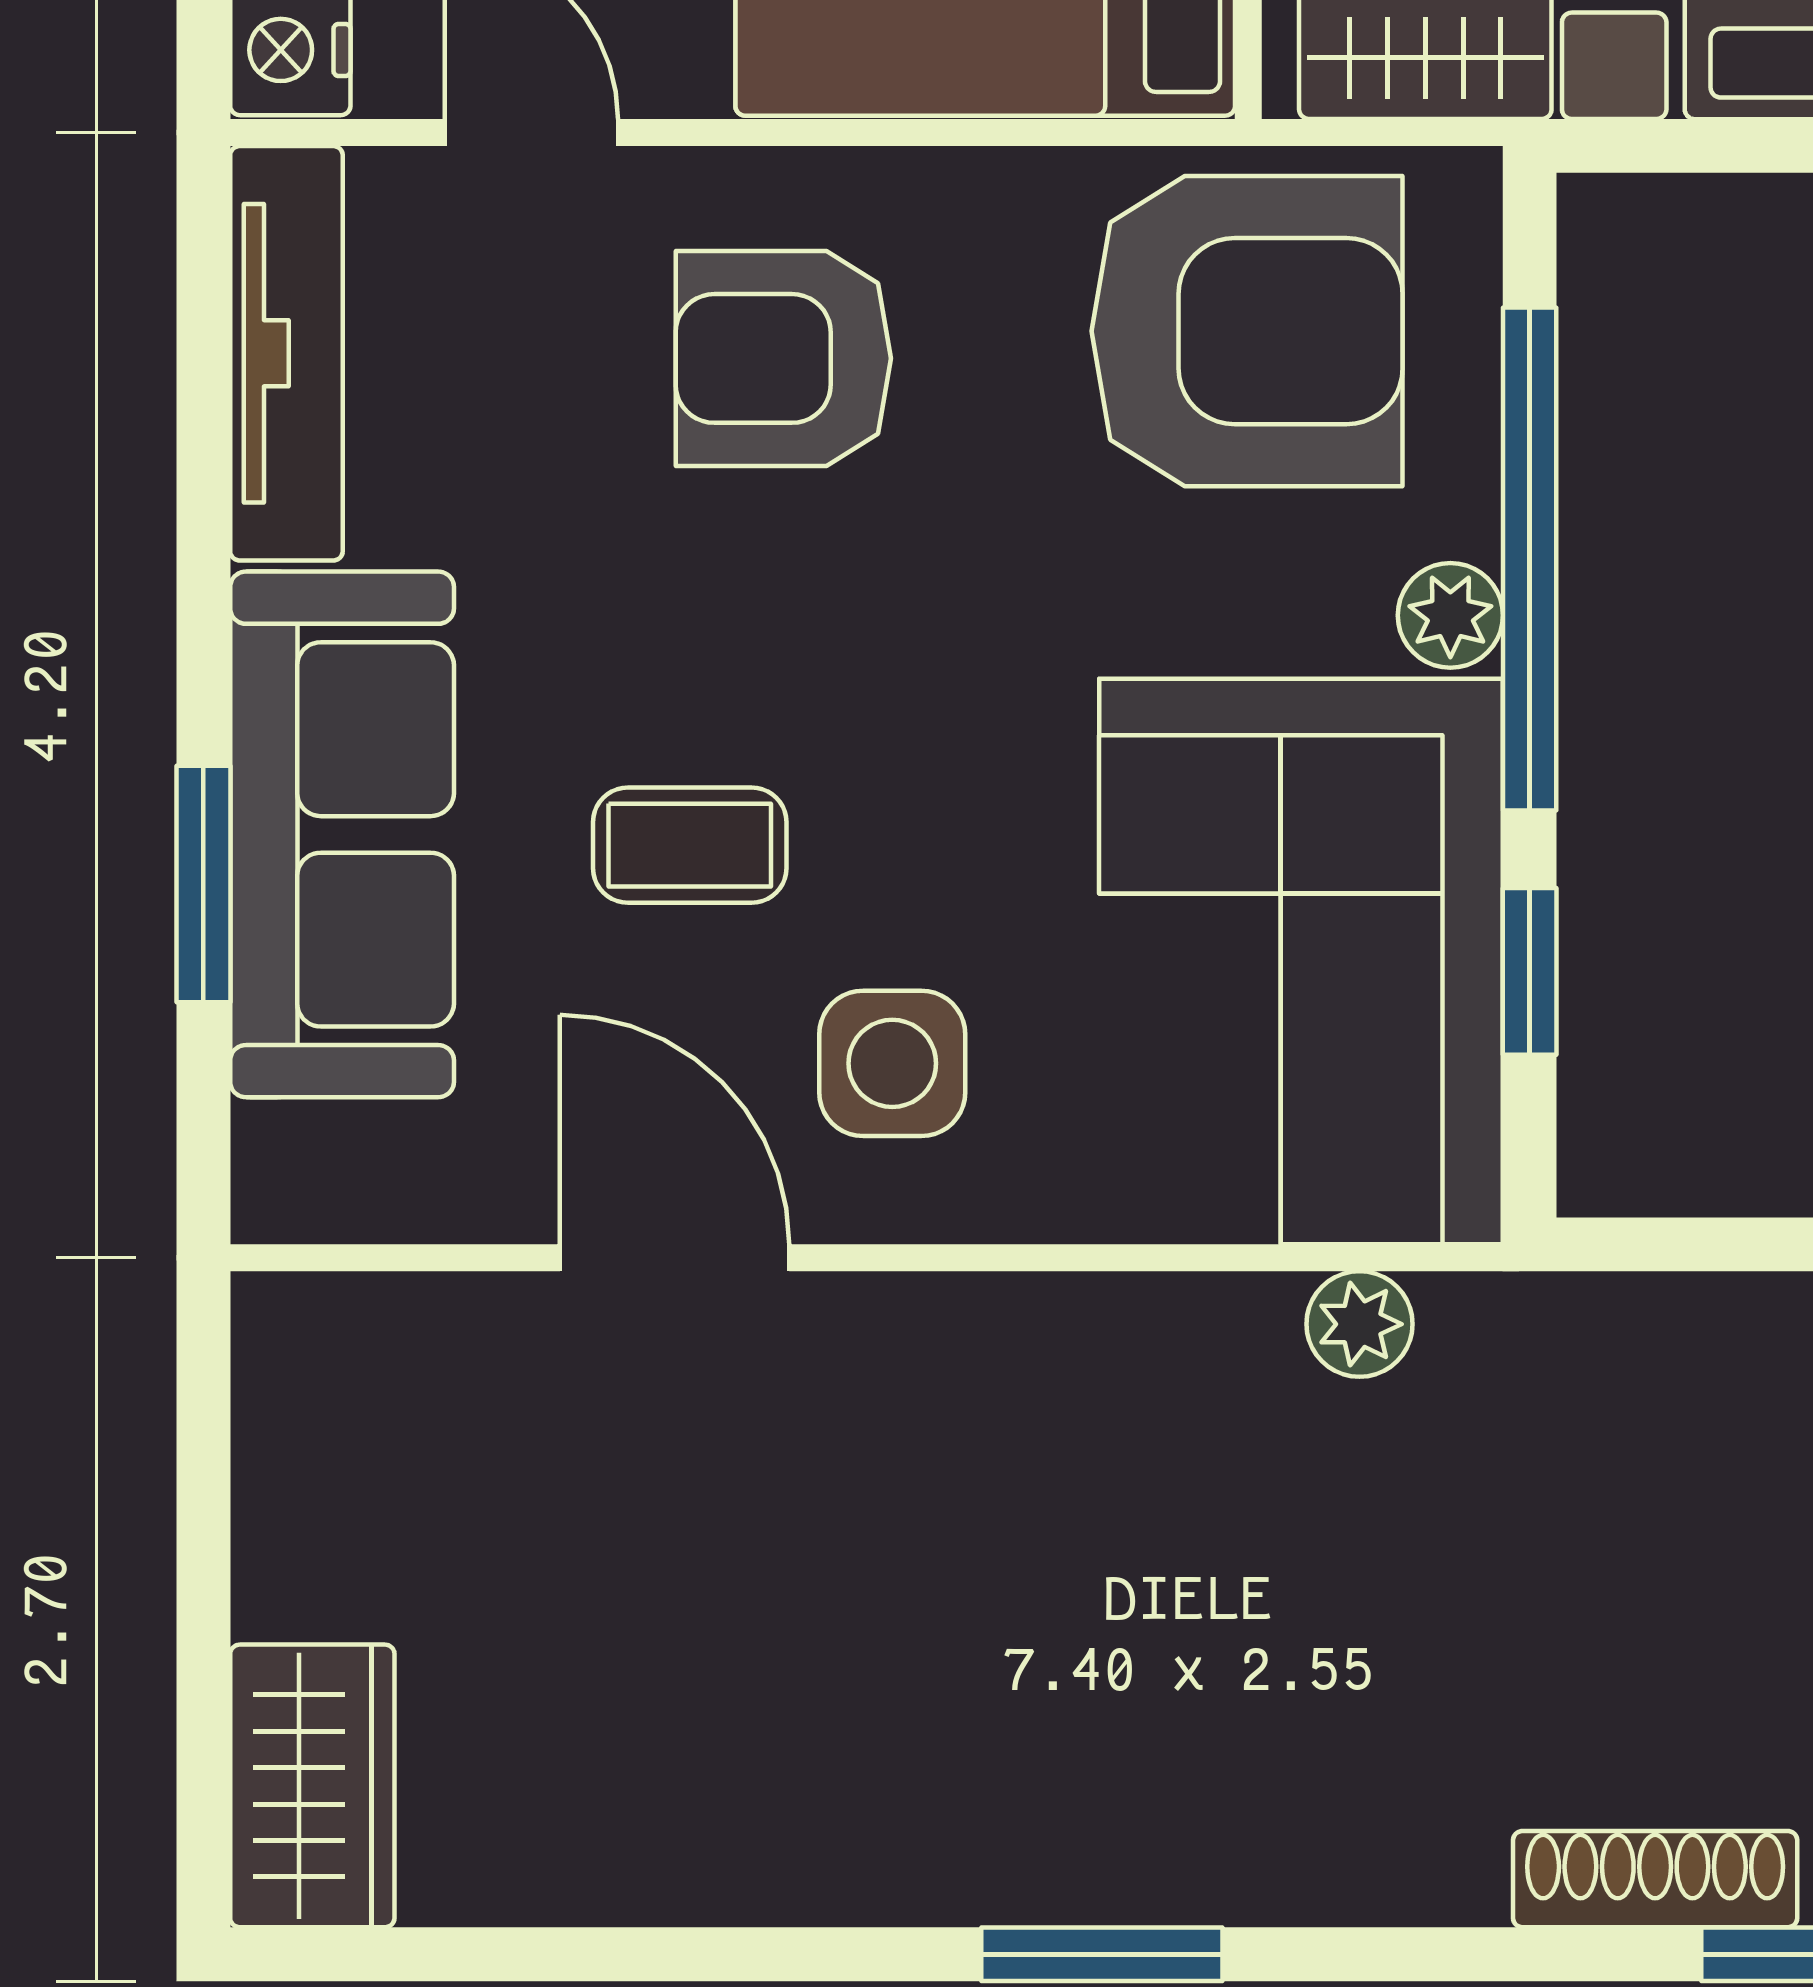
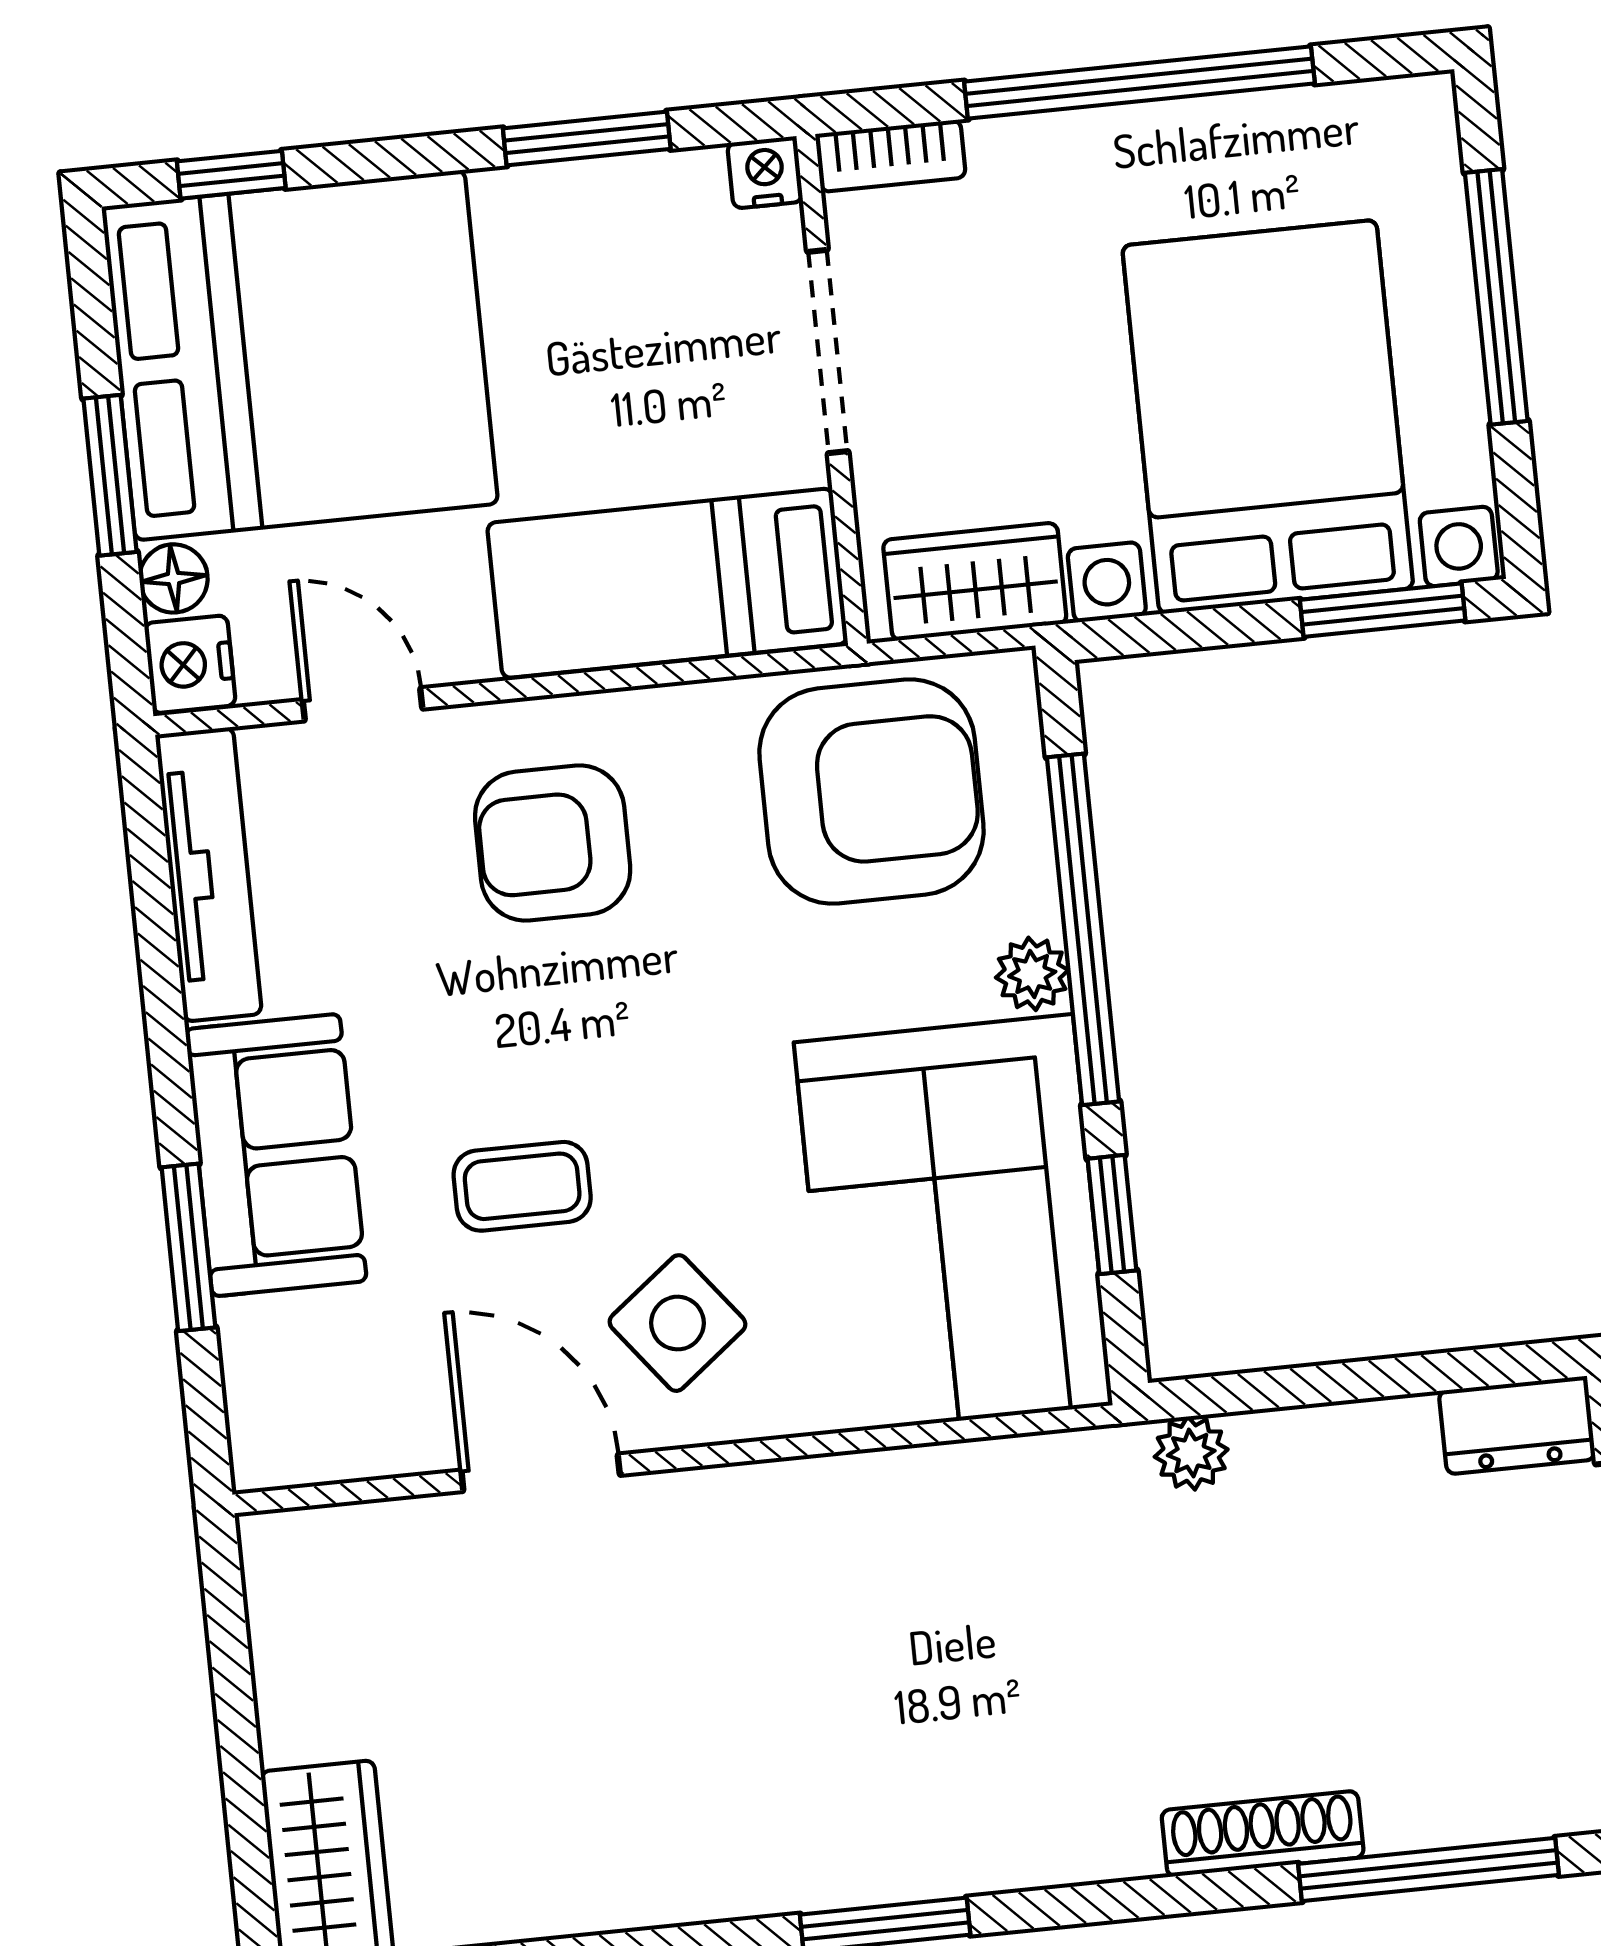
sofa: (342, 834) -> (276, 1155), width x0.73
side table: (892, 1063) -> (677, 1323), turned -38
plant: (1360, 1324) -> (1191, 1453), moved

